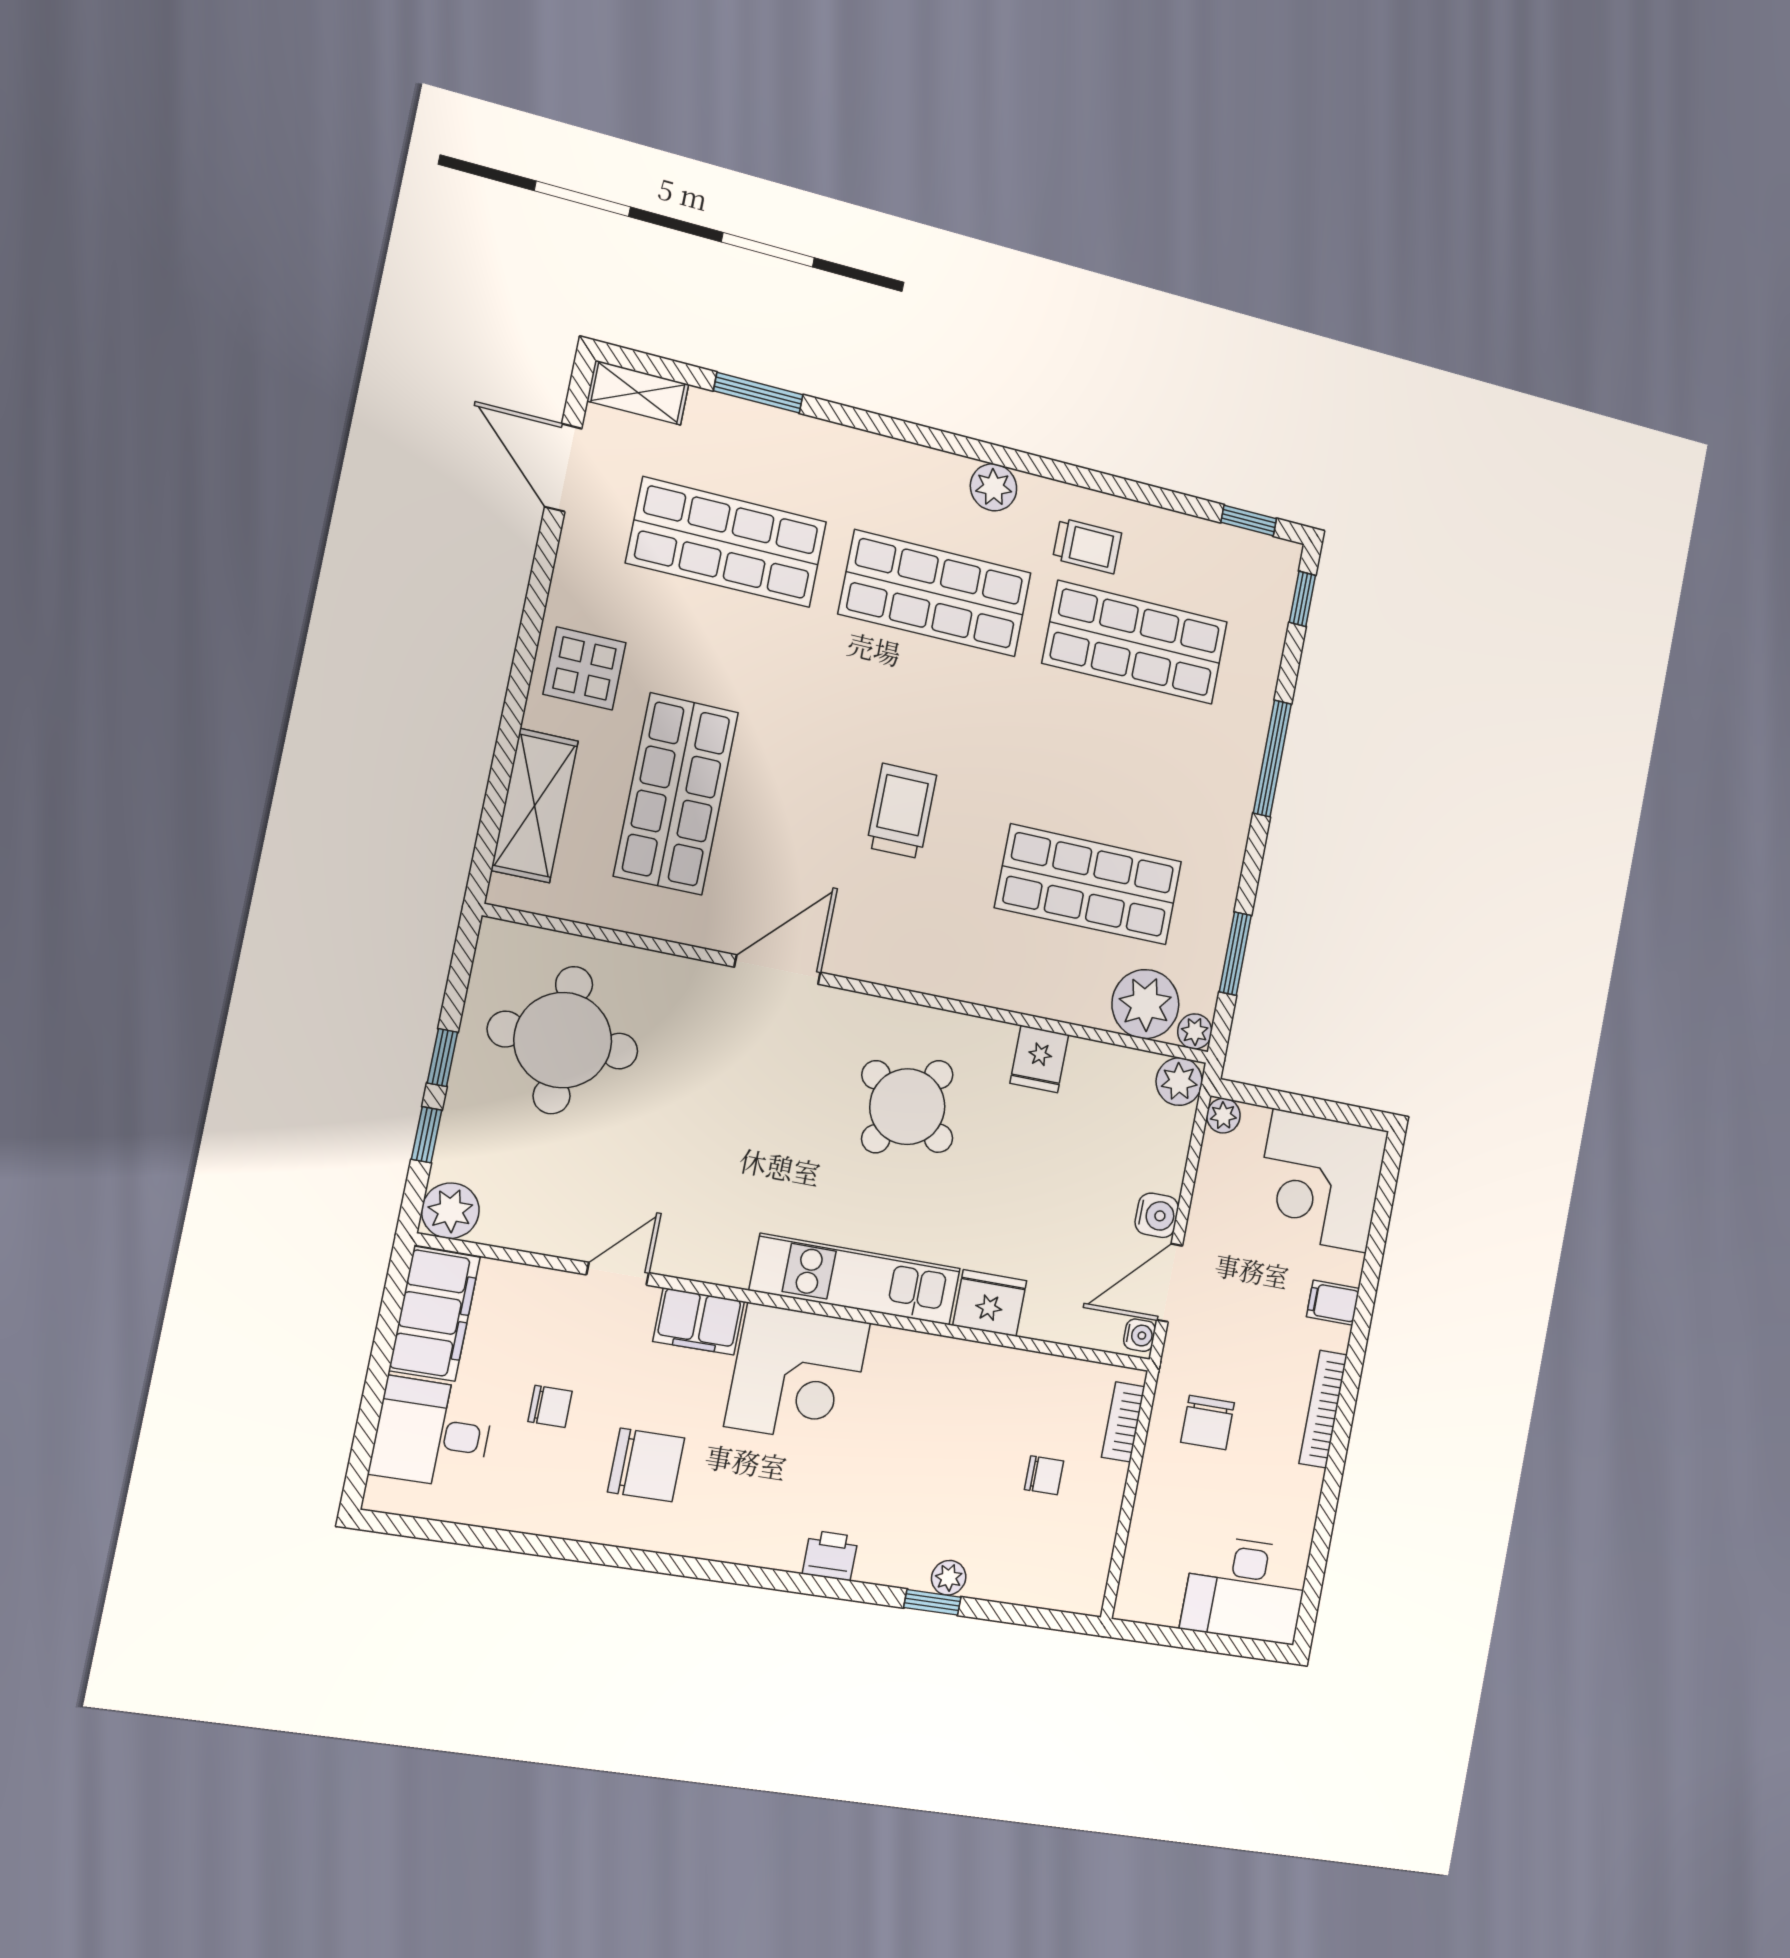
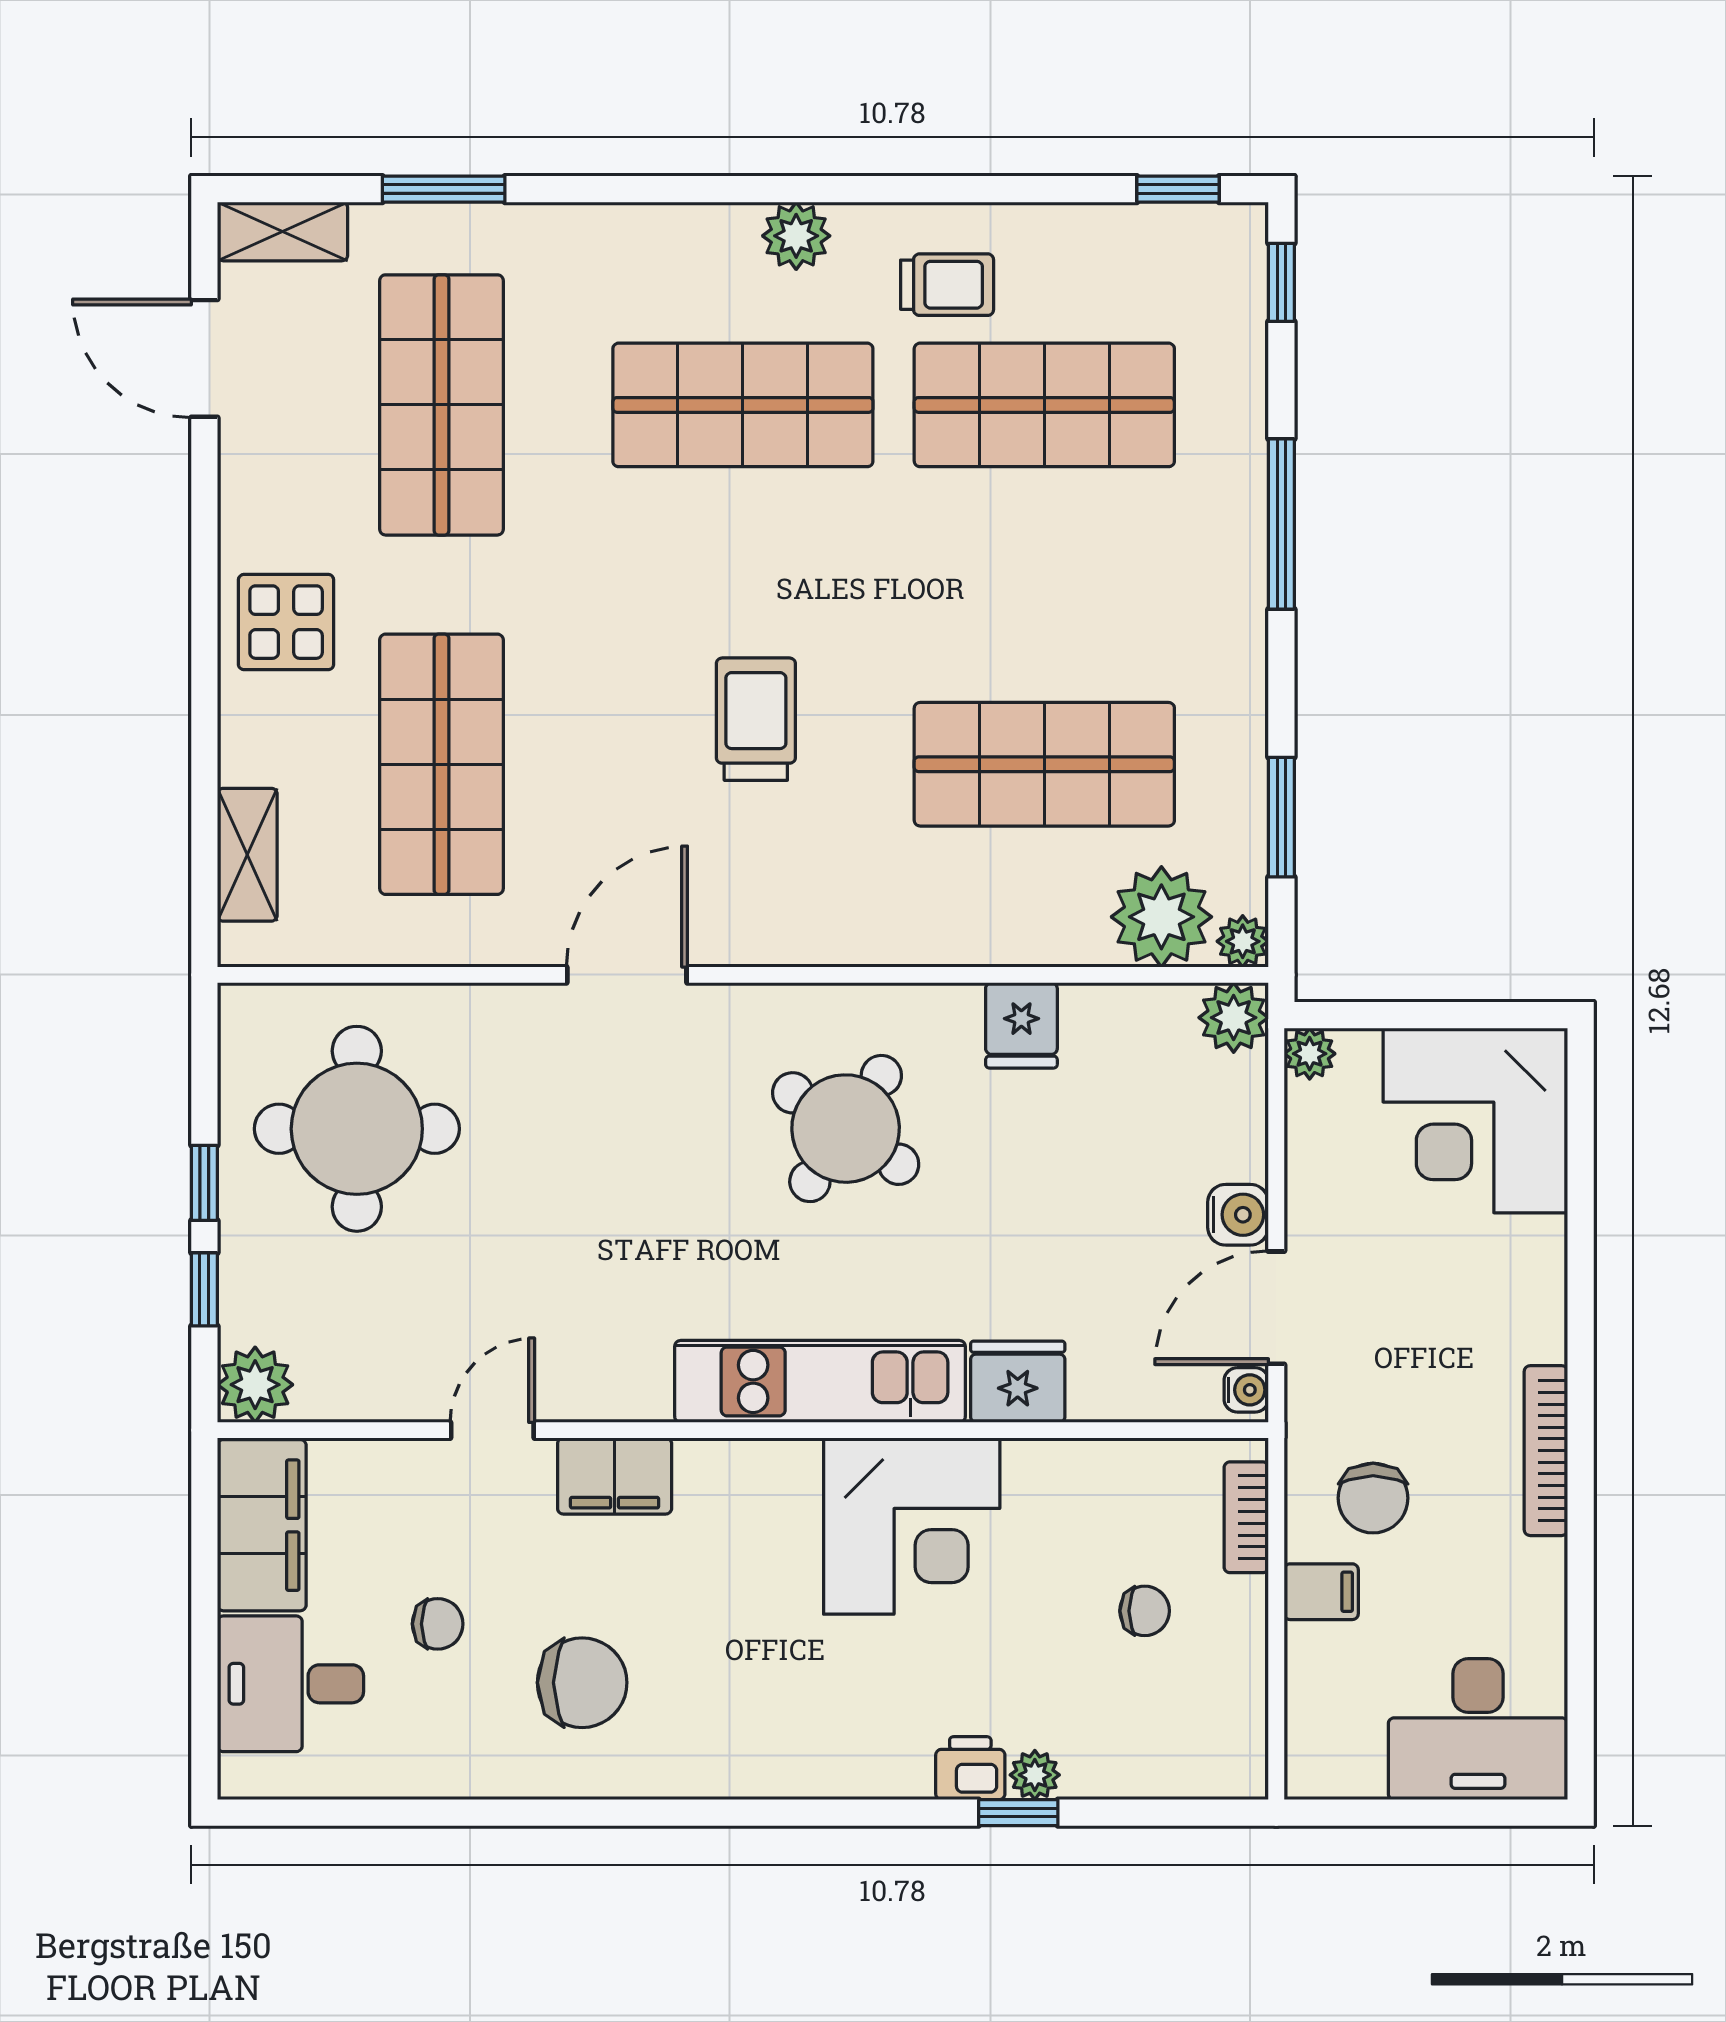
shop shelf: (727, 542) -> (441, 405), turned 90
shelving: (535, 806) -> (247, 855), width x0.67, depth x0.75
filing cabinet: (1333, 1303) -> (1321, 1592), moved, turned 180
corner desk: (797, 1374) -> (912, 1526), moved
printer: (830, 1555) -> (970, 1768), moved

